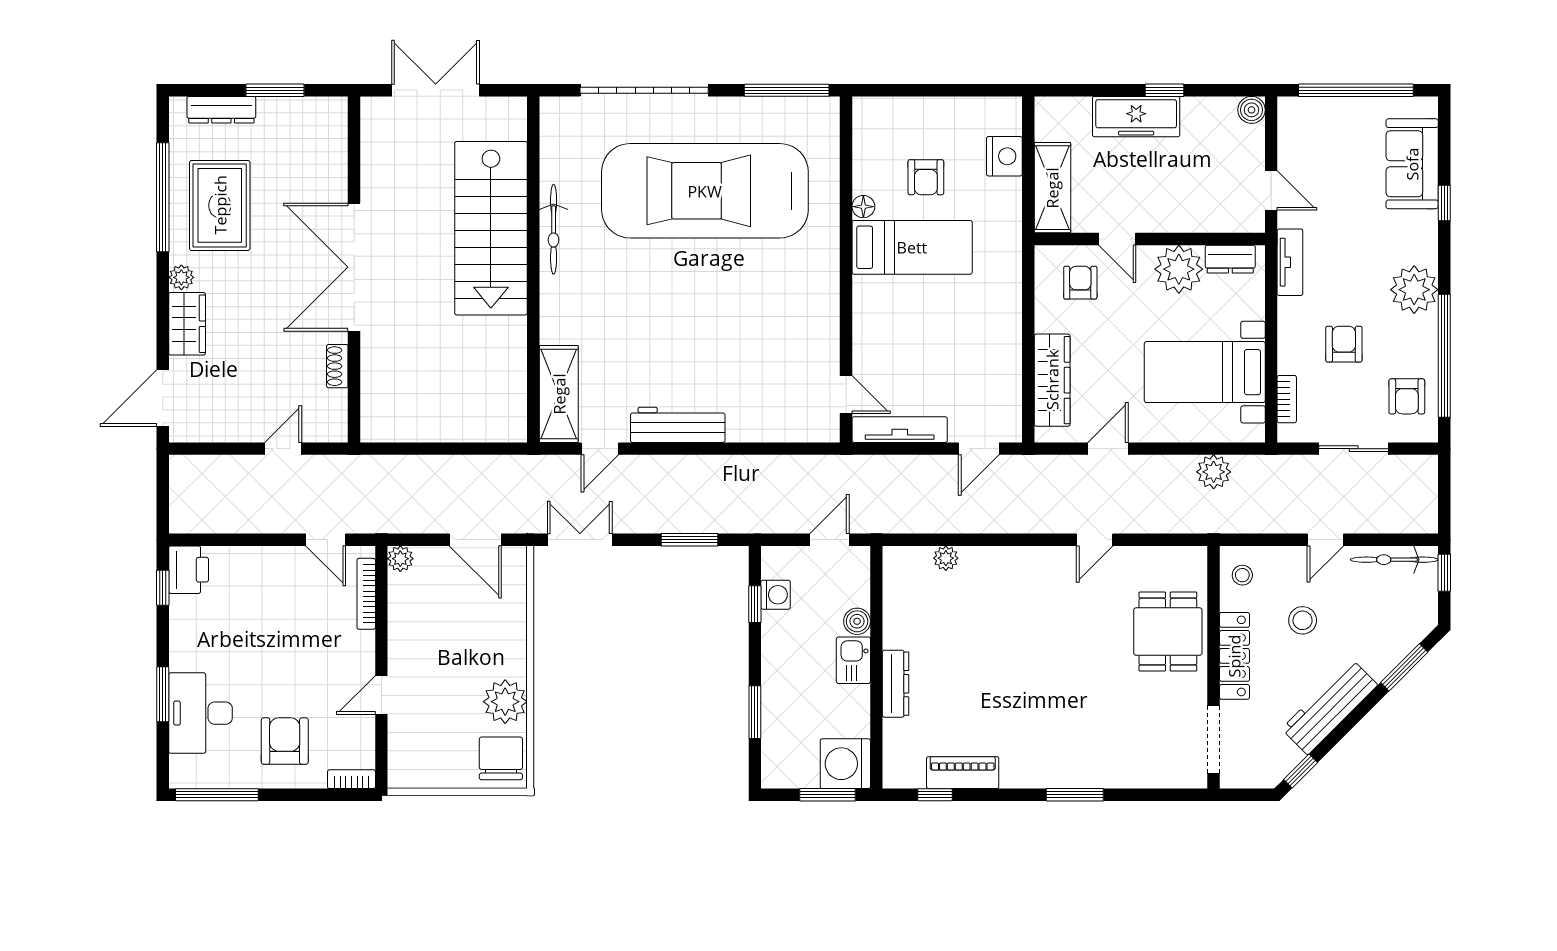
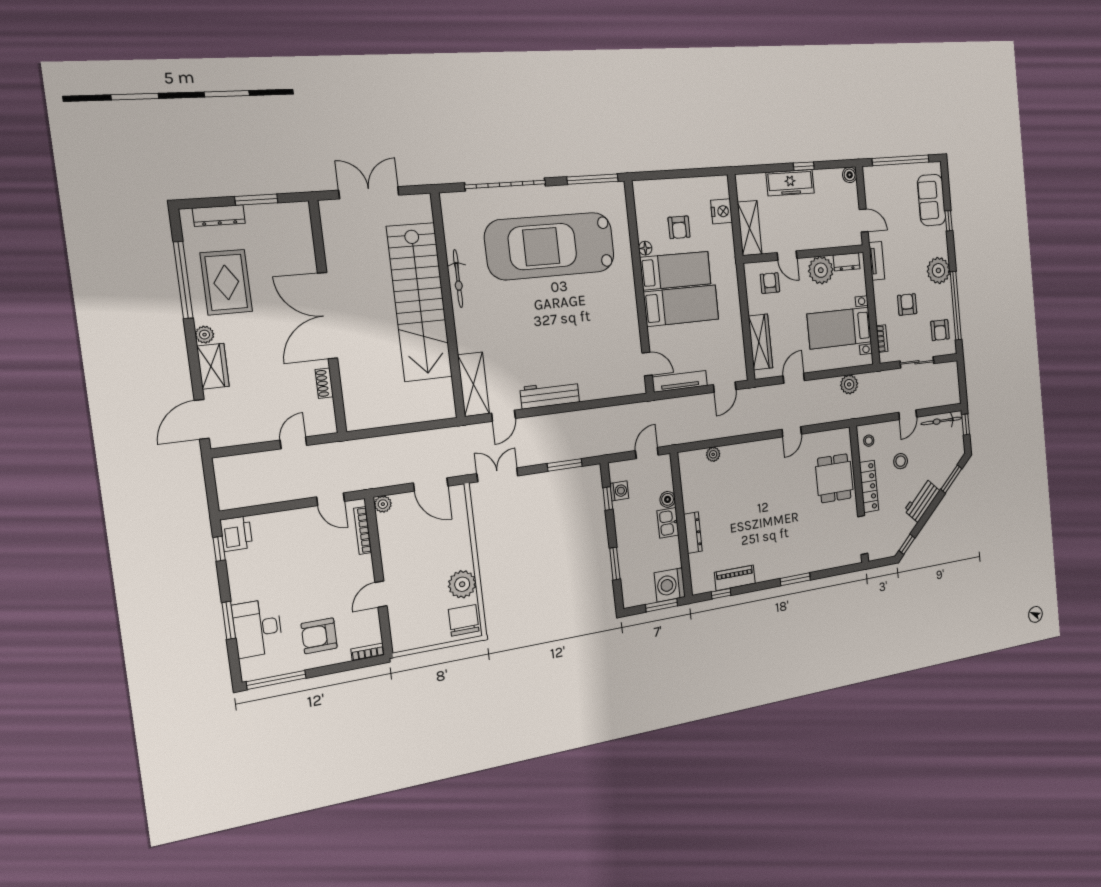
stairs: (491, 228) -> (419, 302), width x1.36
bed: (916, 305) -> (681, 306), added
workbench: (1330, 707) -> (922, 501), width x0.73
armchair: (285, 741) -> (319, 636), turned -90

